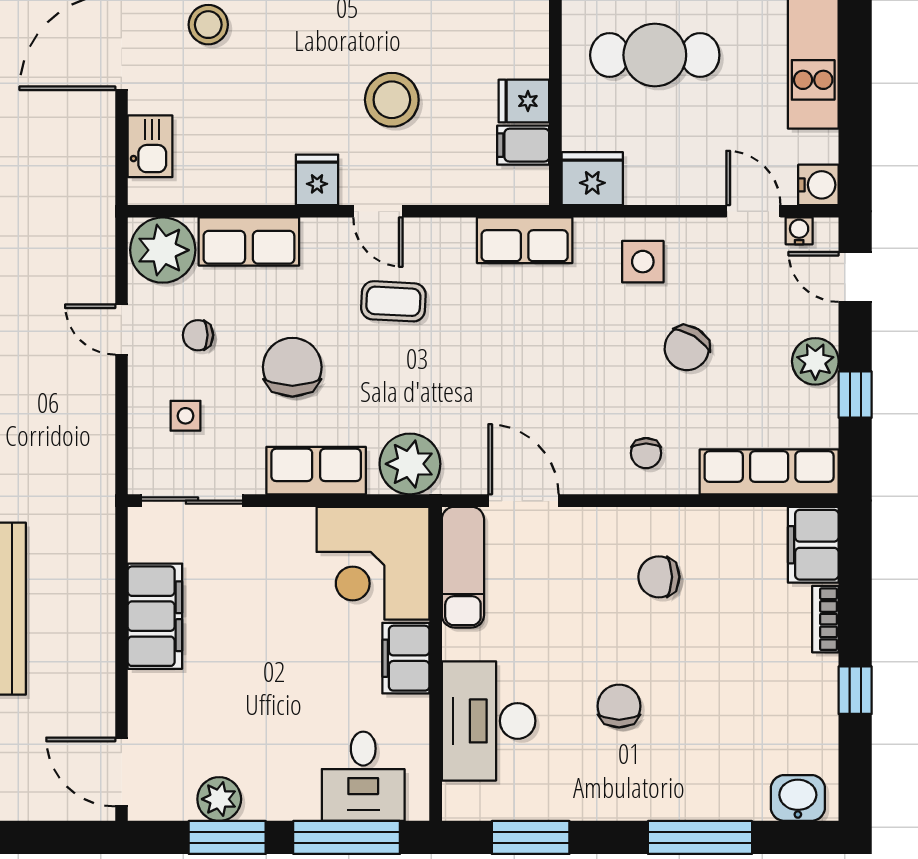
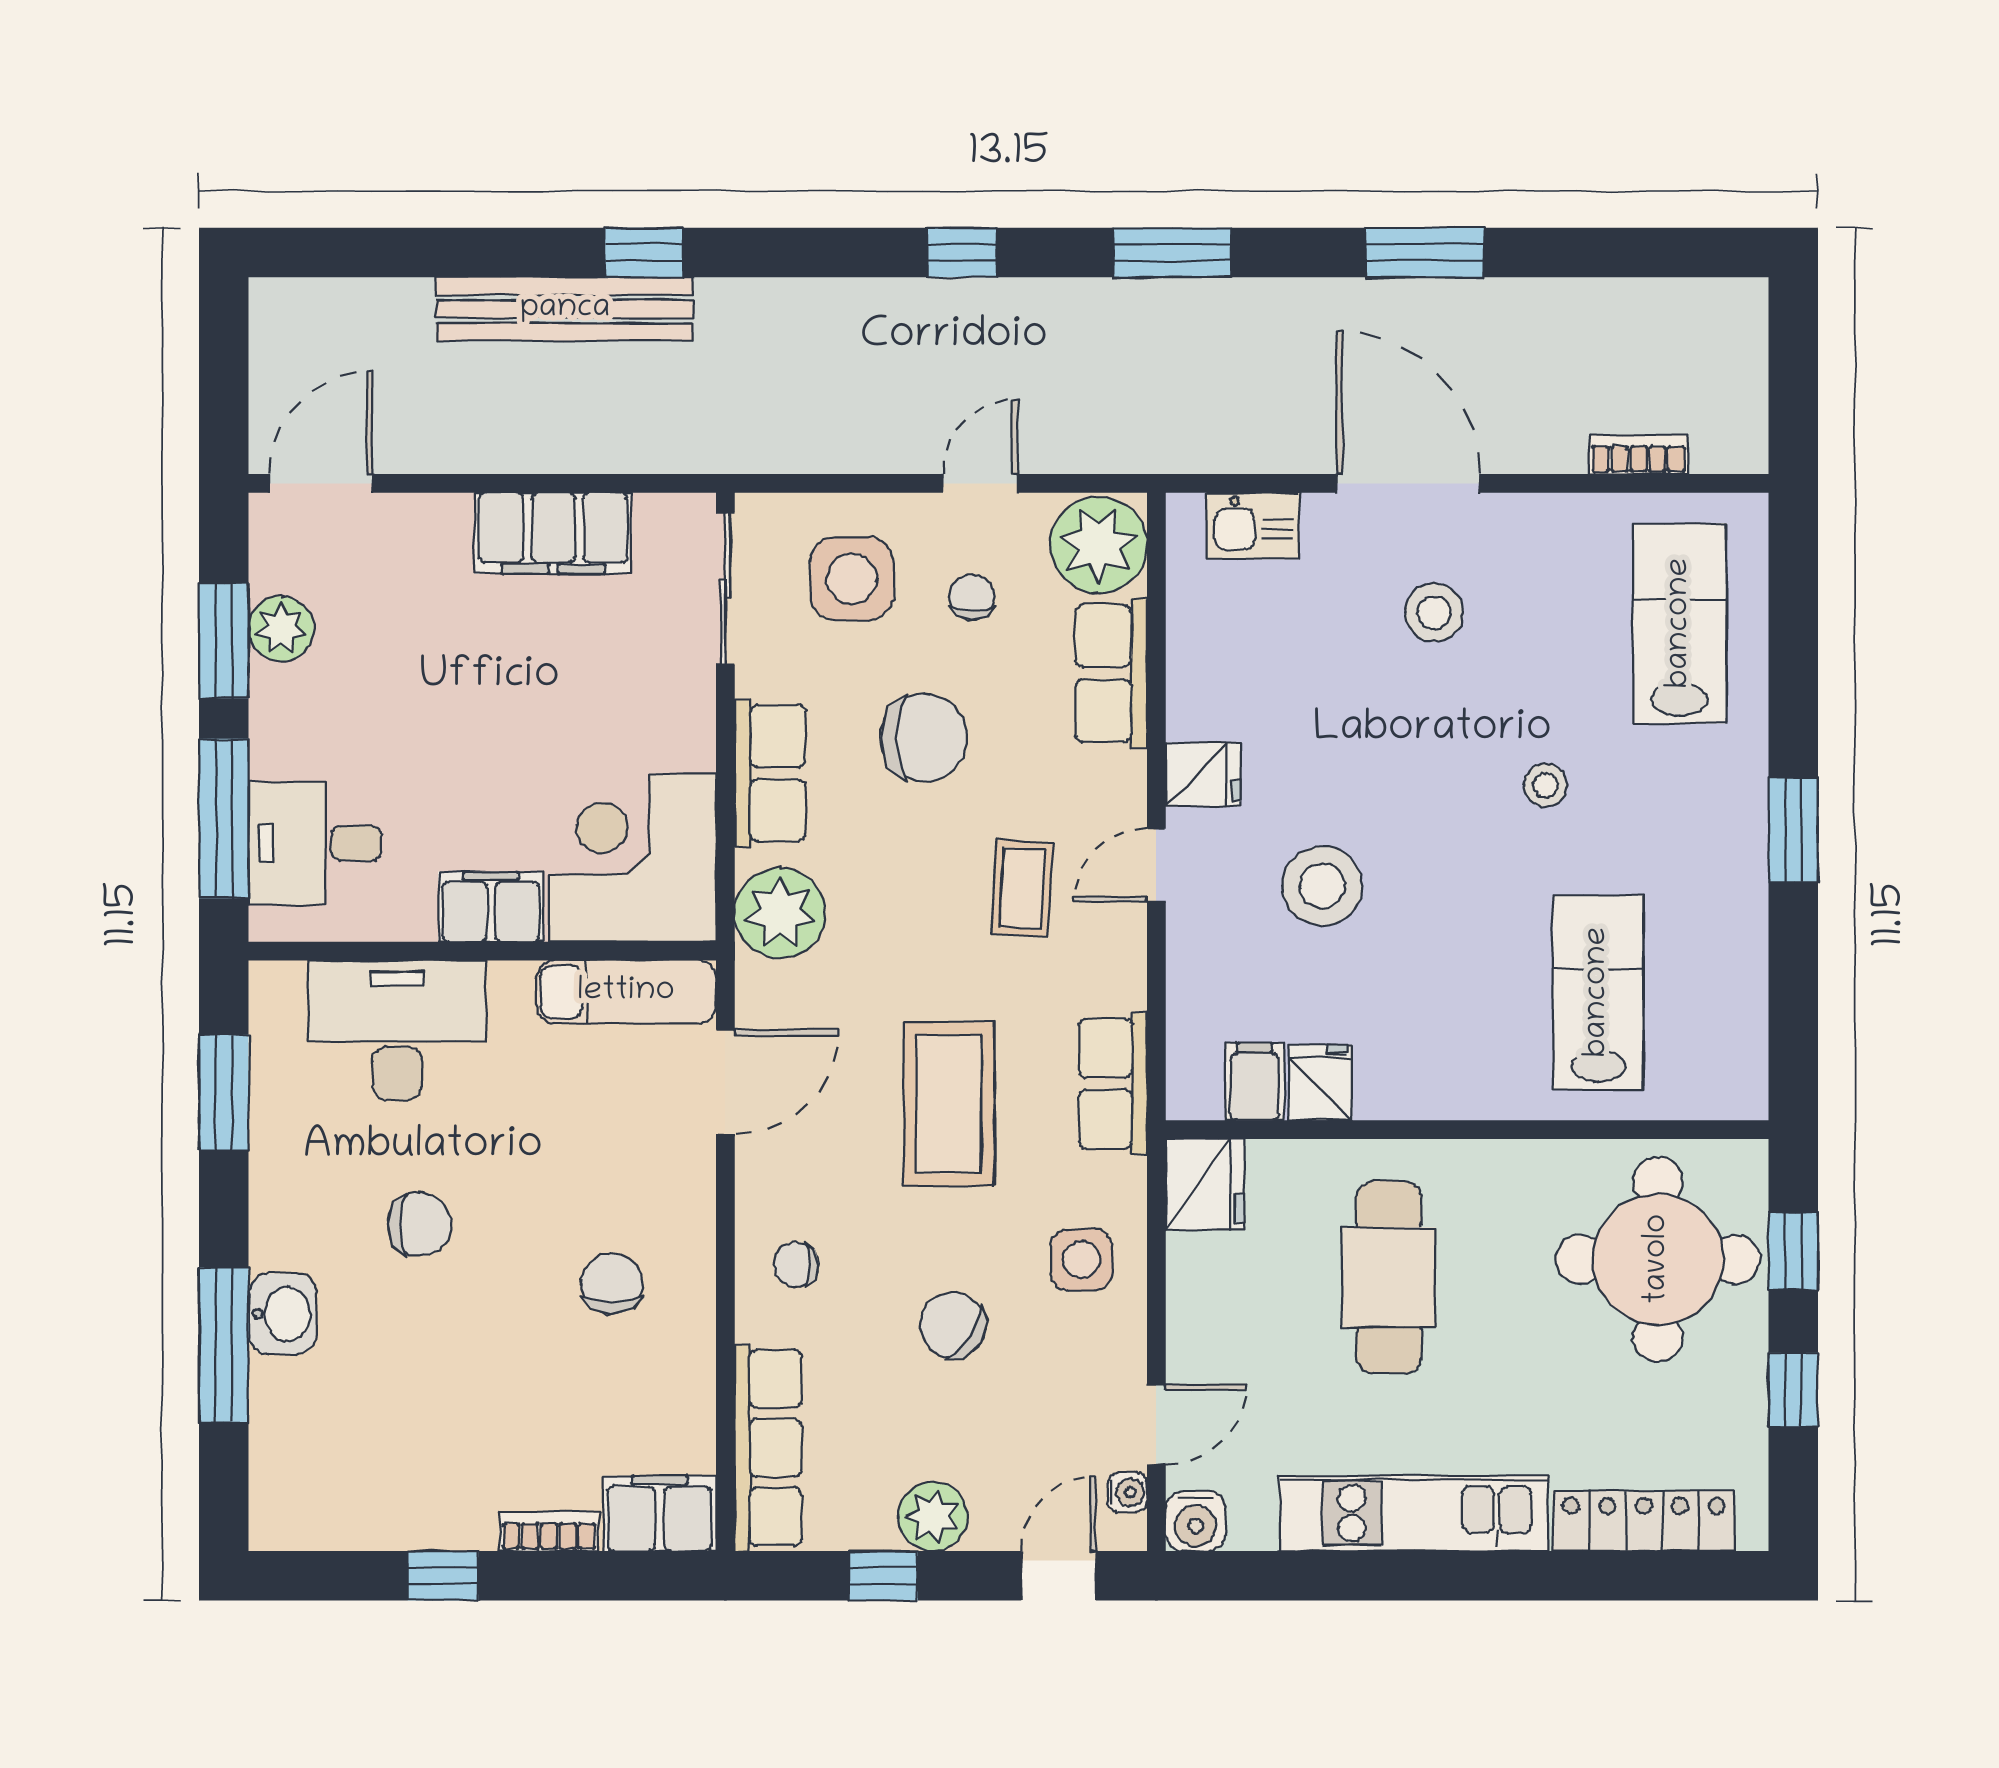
coffee table: (538, 351) -> (949, 1104), added
side table: (186, 416) -> (852, 579), width x1.87, depth x1.87
washbasin: (798, 798) -> (283, 1314), moved

